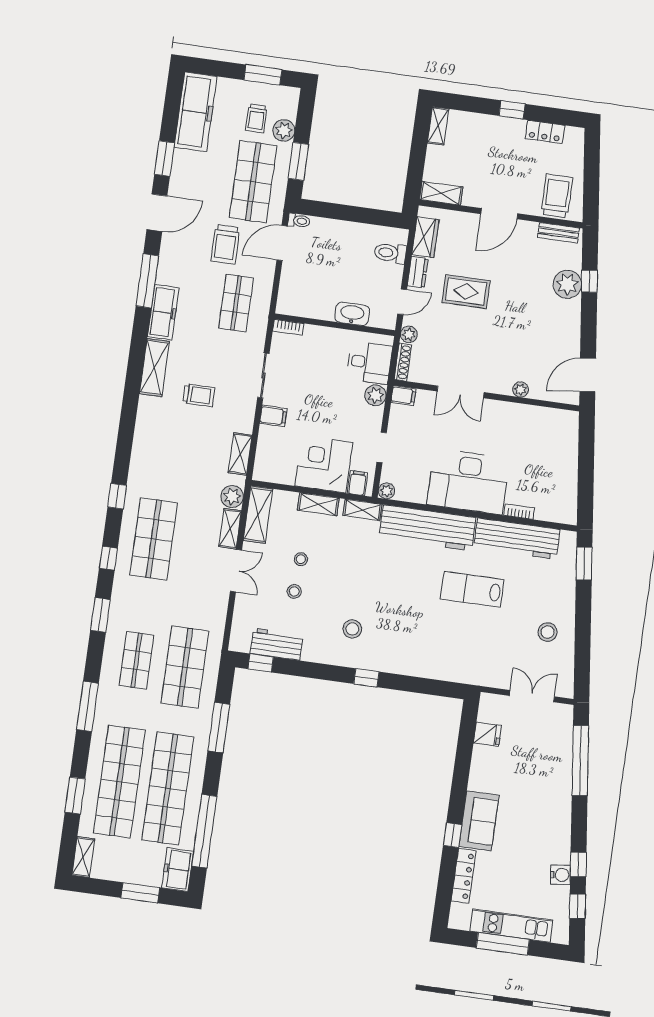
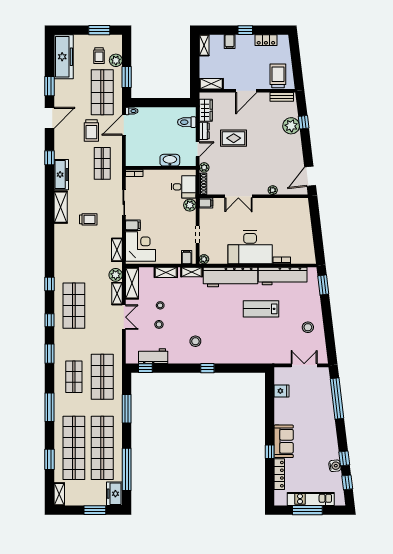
filing cabinet: (483, 126) -> (230, 42), added
window: (147, 281) -> (49, 158), width x0.46
corner desk: (324, 464) -> (140, 246), moved, turned 90

